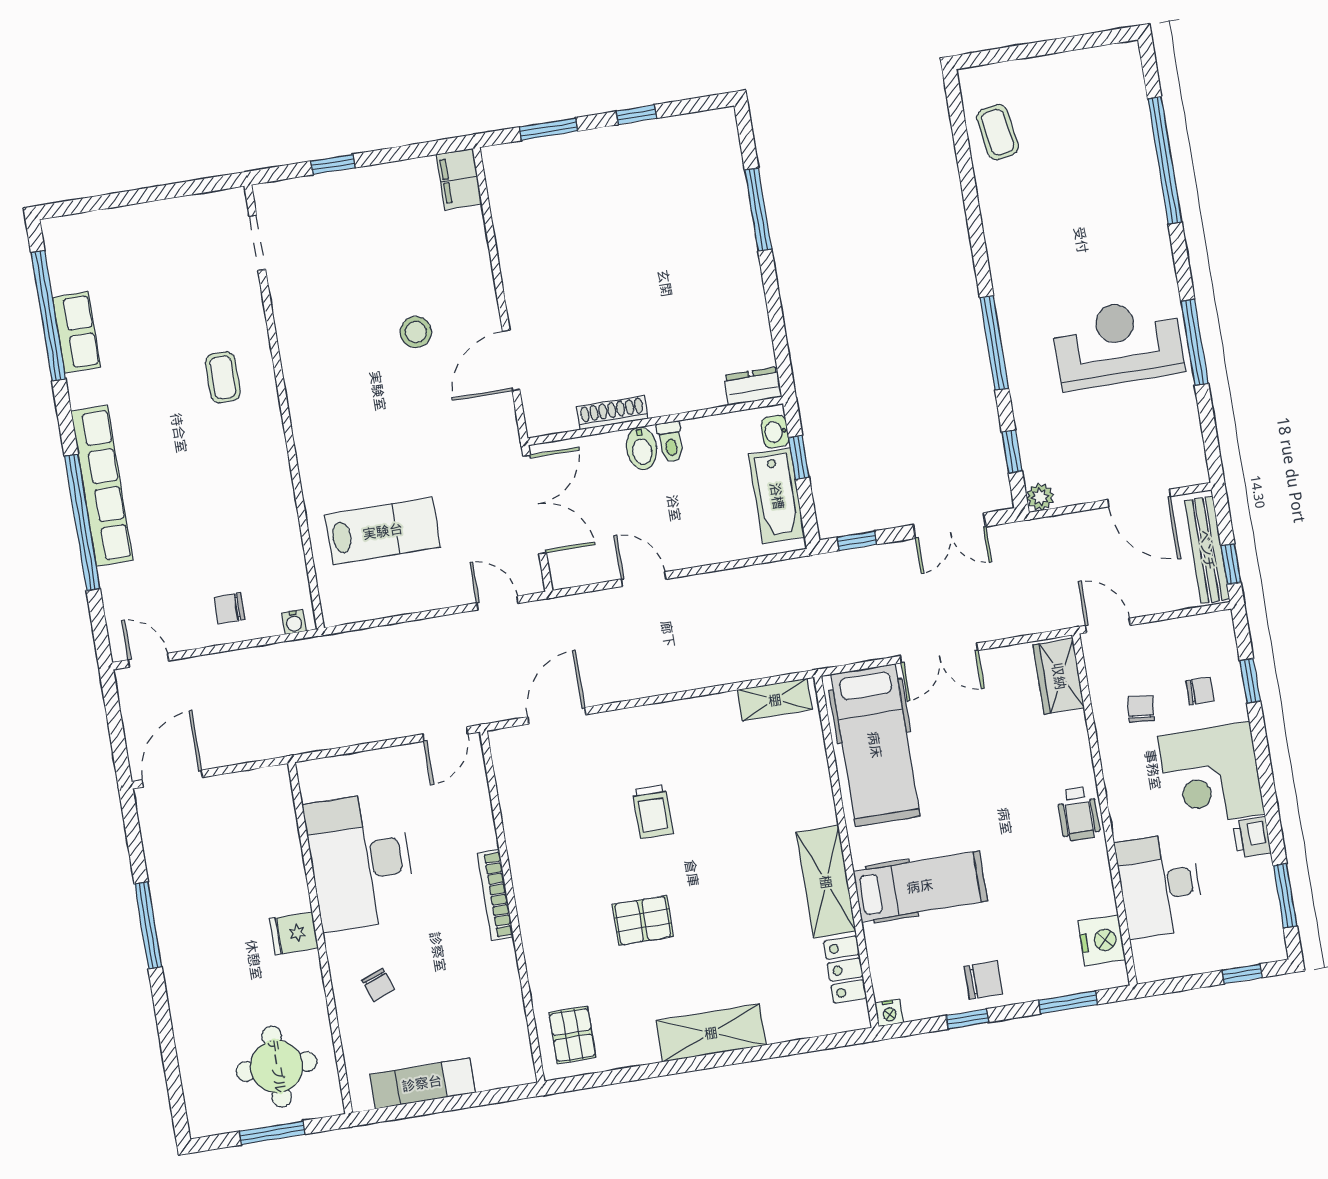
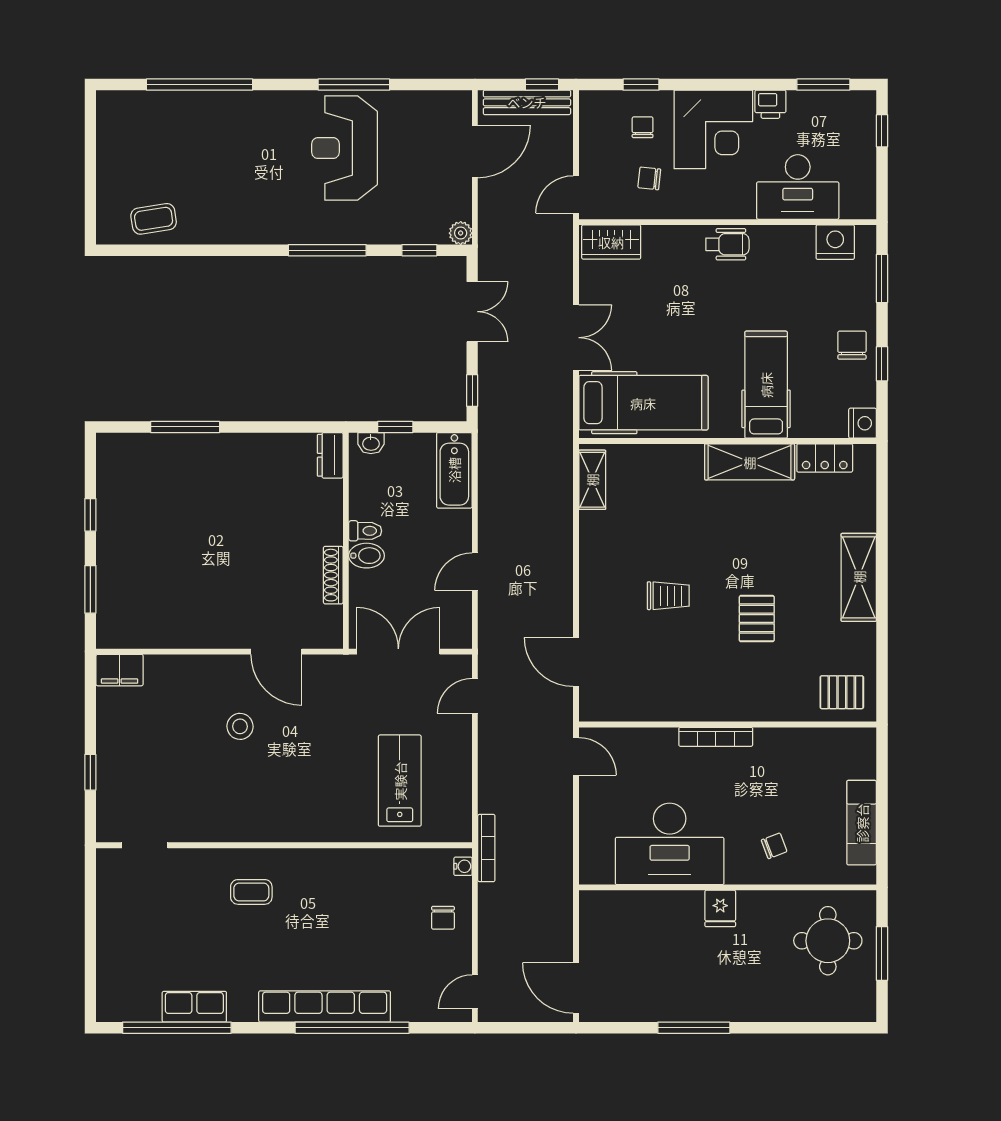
bathtub: (777, 496) -> (454, 470), moved, turned 90
bookcase: (320, 646) -> (486, 848), added
nightstand: (889, 1013) -> (863, 423), width x1.39, depth x1.35

